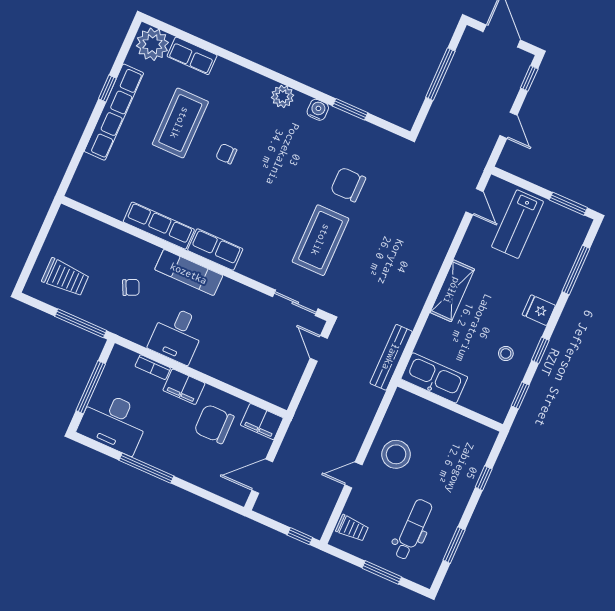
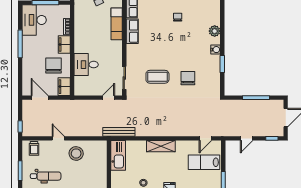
coffee table: (321, 240) -> (157, 77), width x0.73, depth x0.76
desk: (177, 335) -> (86, 65), moved

